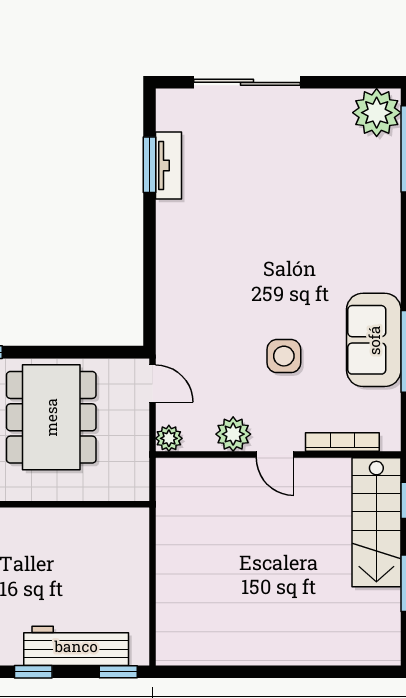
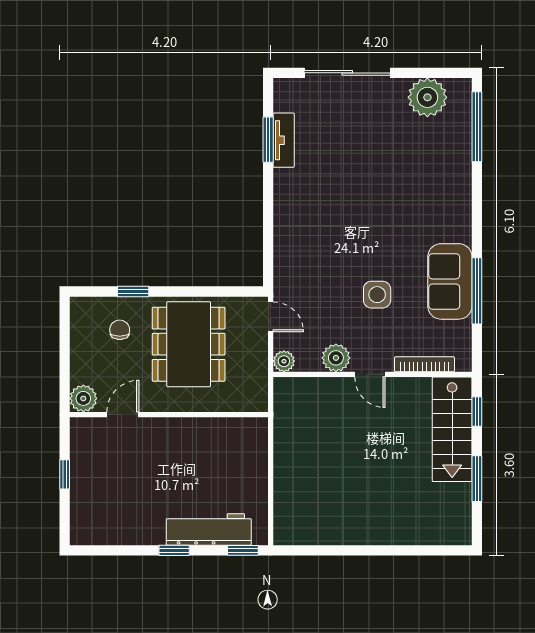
plant: (377, 113) -> (427, 97), moved

